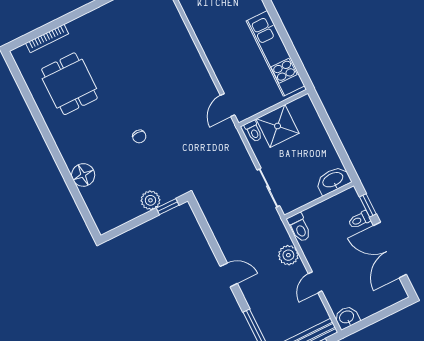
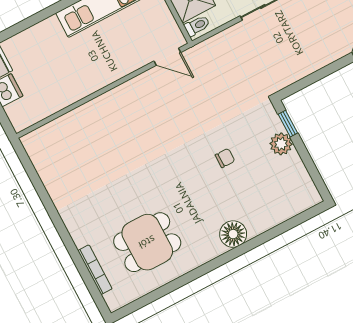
chair: (139, 136) -> (225, 158), moved
floor lamp: (83, 175) -> (233, 234), moved

